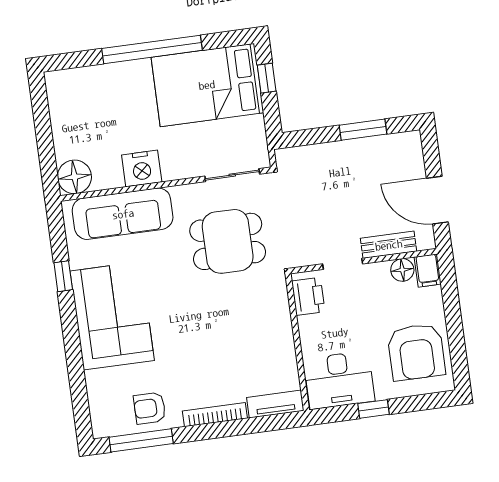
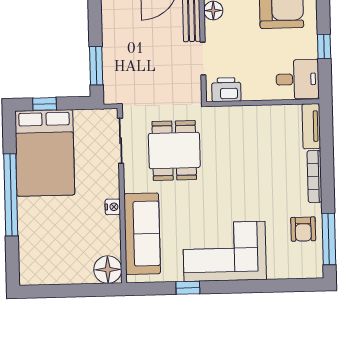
window: (363, 130) -> (96, 66), moved
nightstand: (142, 168) -> (113, 207), width x0.53, depth x0.56
desk: (339, 380) -> (298, 79), width x0.73

